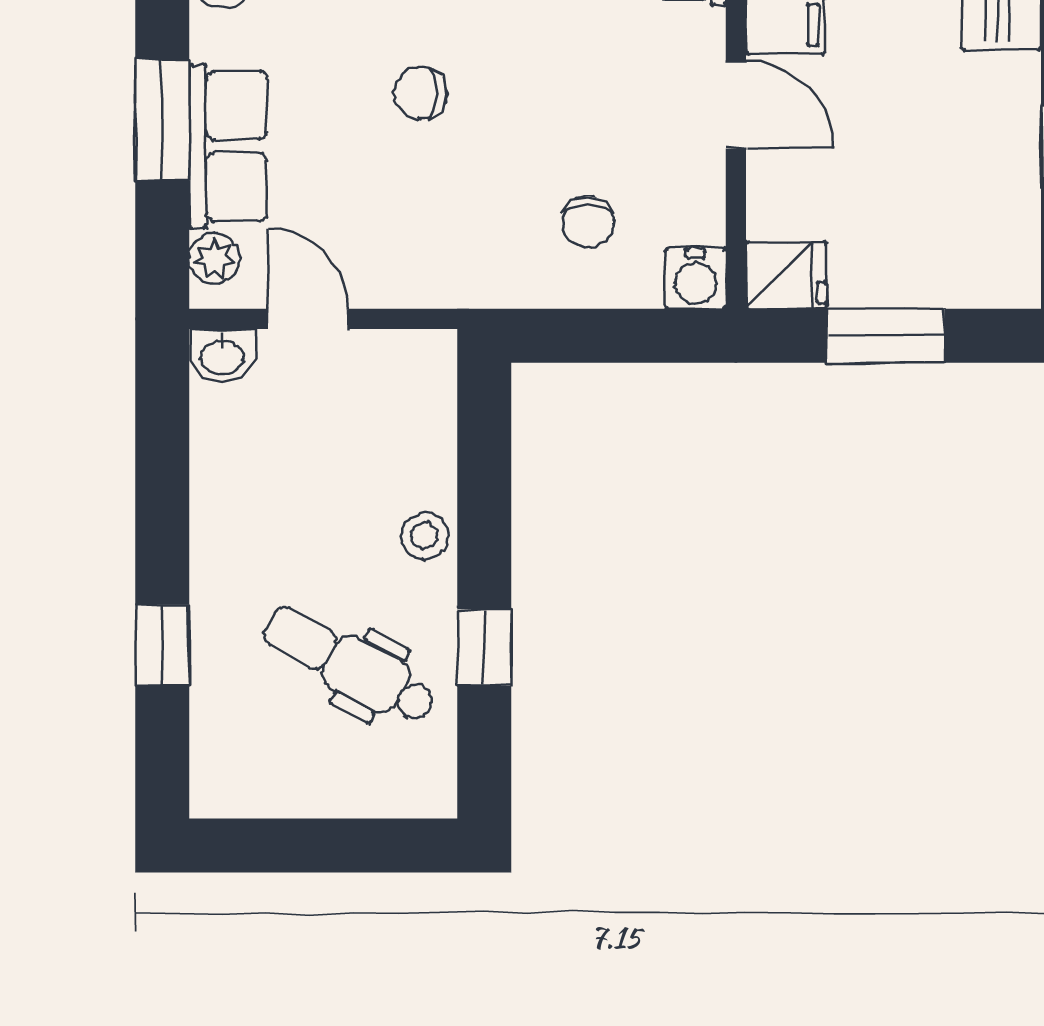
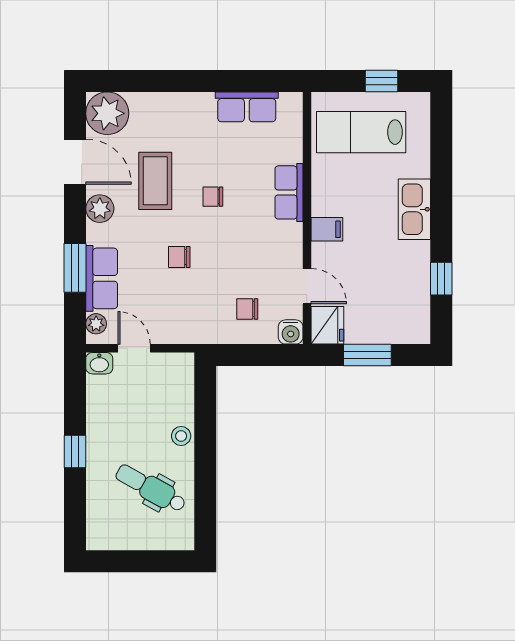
door: (736, 105) -> (307, 286), moved
chair: (588, 222) -> (247, 309), turned 90
fridge: (786, 275) -> (327, 325), width x1.38
window: (162, 645) -> (75, 451), moved
window: (484, 647) -> (205, 481), removed

